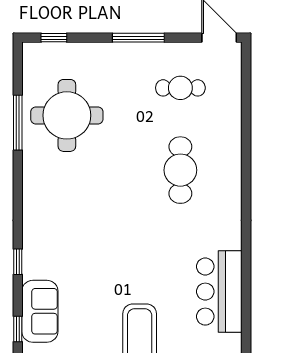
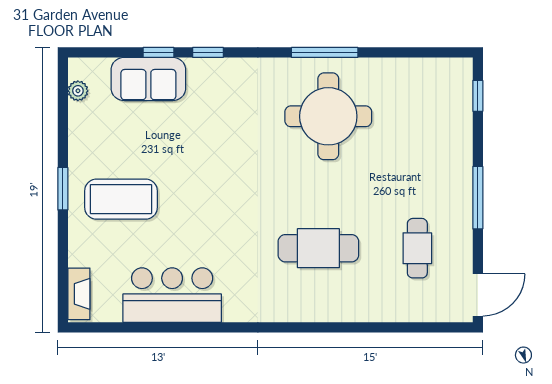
round table: (67, 115) -> (328, 116), moved
window: (18, 123) -> (325, 52), moved
window: (18, 329) -> (158, 52), moved

